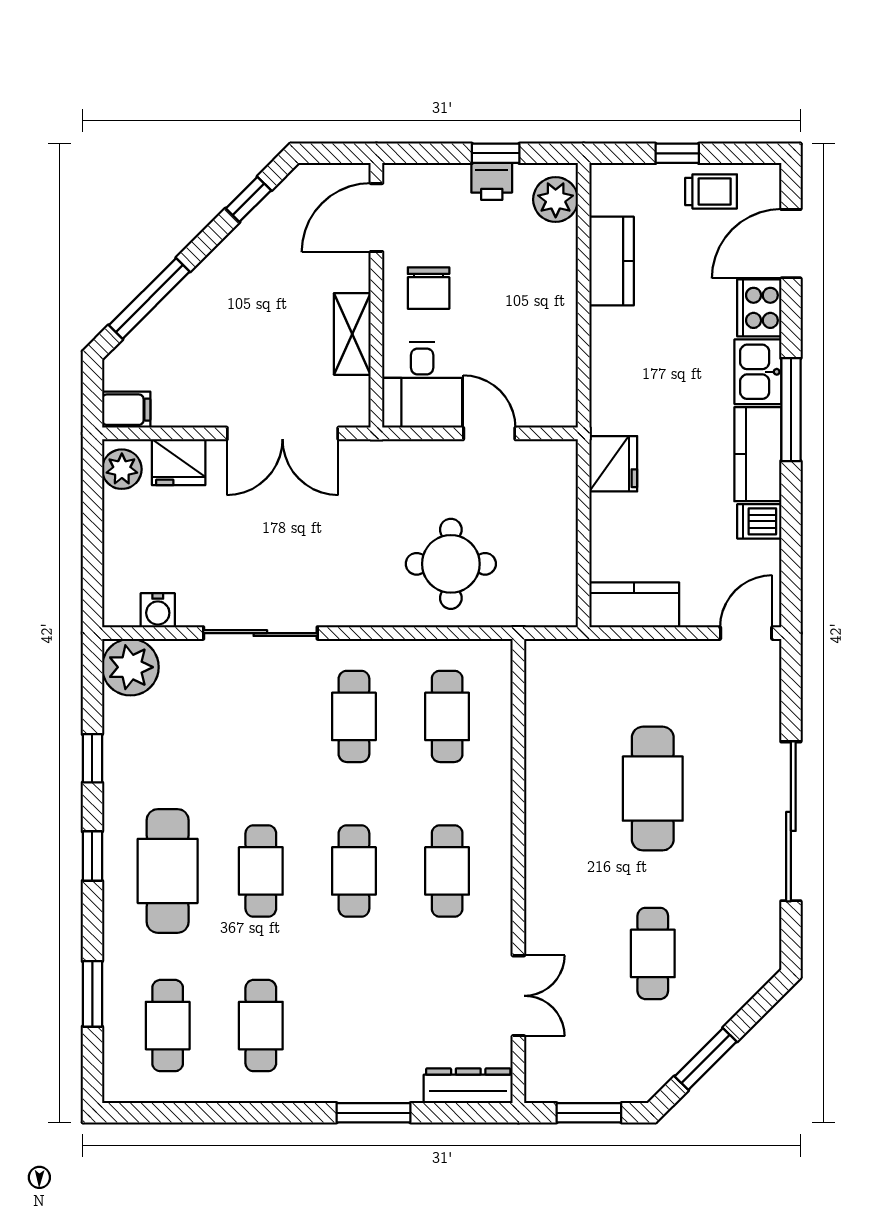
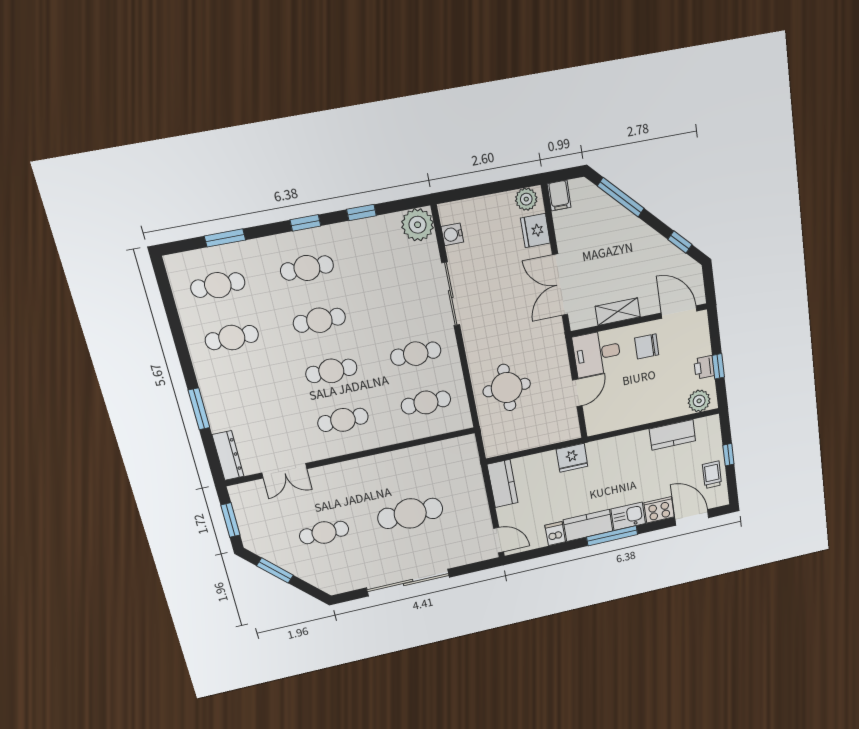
trolley: (711, 191) -> (712, 475), turned 180
cafe table: (168, 871) -> (307, 268), width x0.73, depth x0.74

